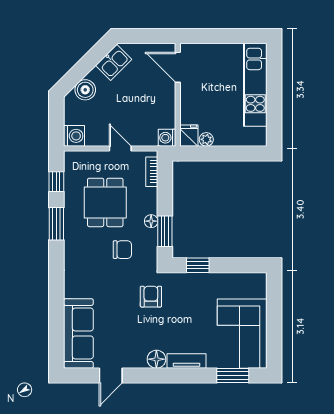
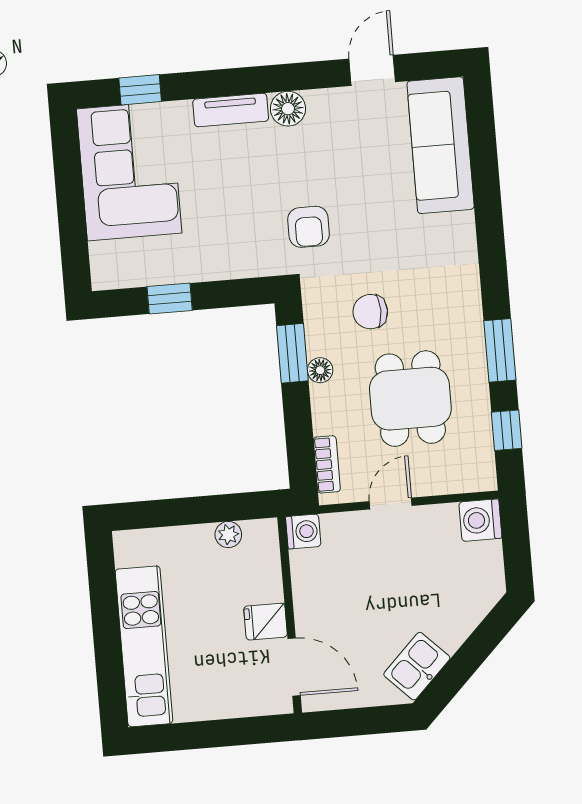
boiler: (85, 90) -> (466, 609), removed
fridge: (189, 136) -> (266, 622), moved, turned 90
door: (120, 148) -> (391, 504), swing flipped
window: (198, 265) -> (170, 299), moved
window: (233, 376) -> (140, 90), width x0.67

